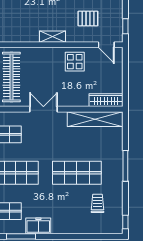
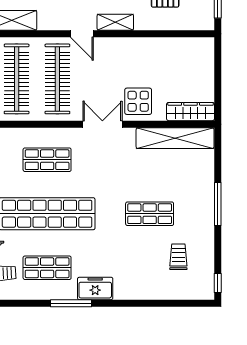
door: (106, 45) -> (82, 34), moved
display table: (75, 62) -> (138, 101), moved
shop shelf: (77, 173) -> (150, 214), width x0.70, depth x0.74

